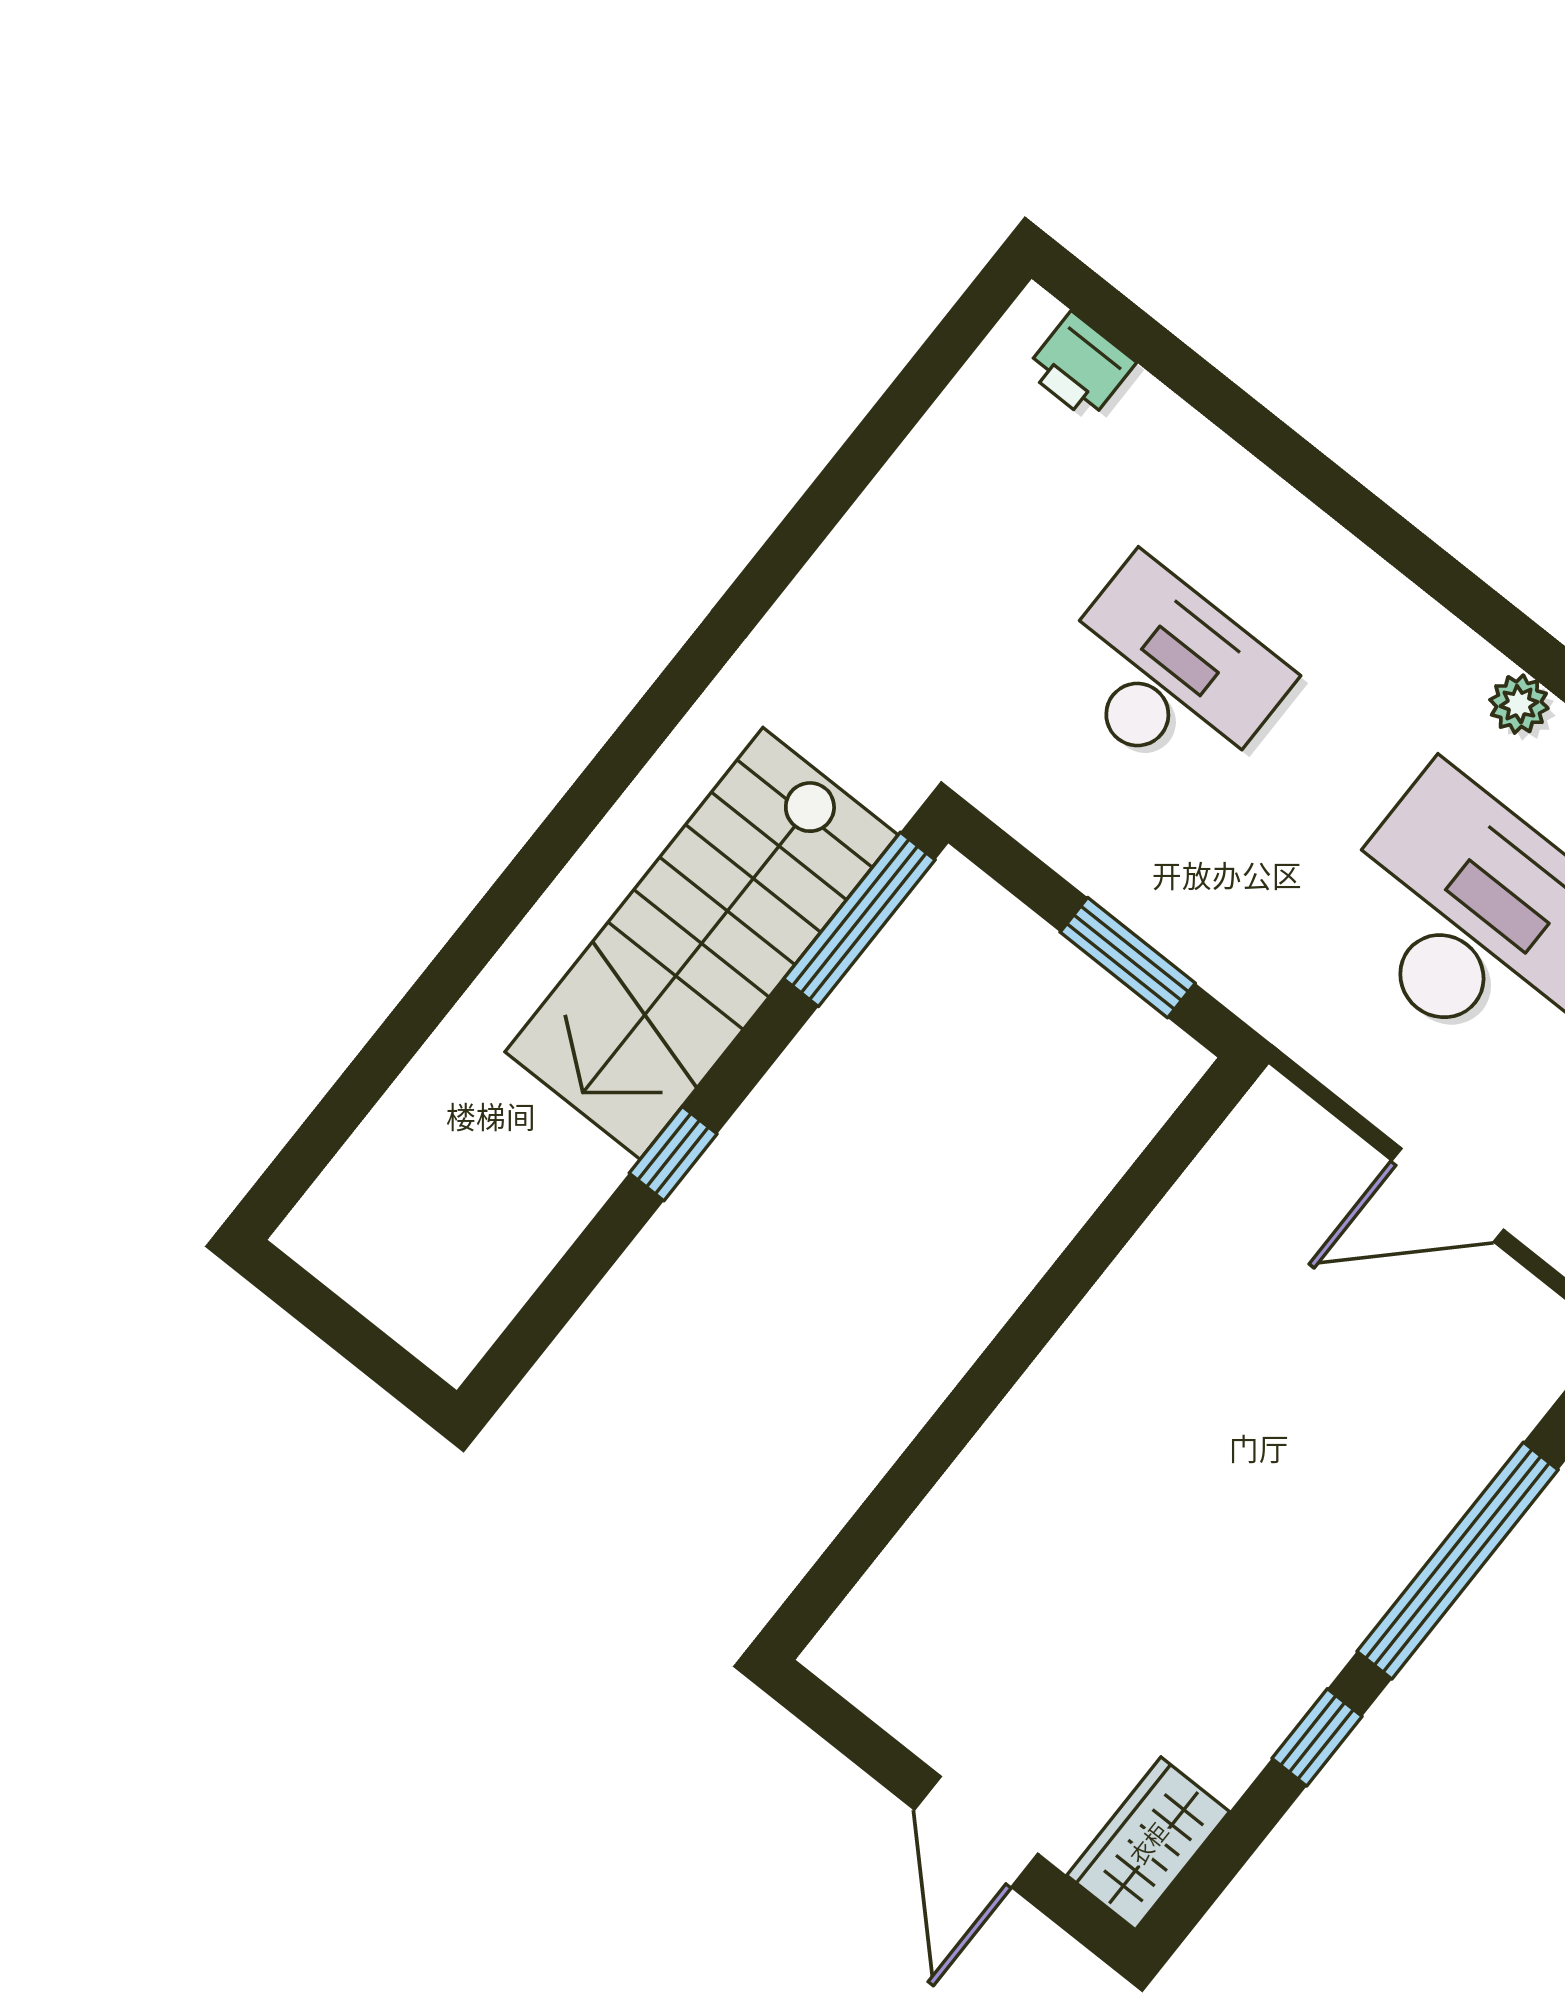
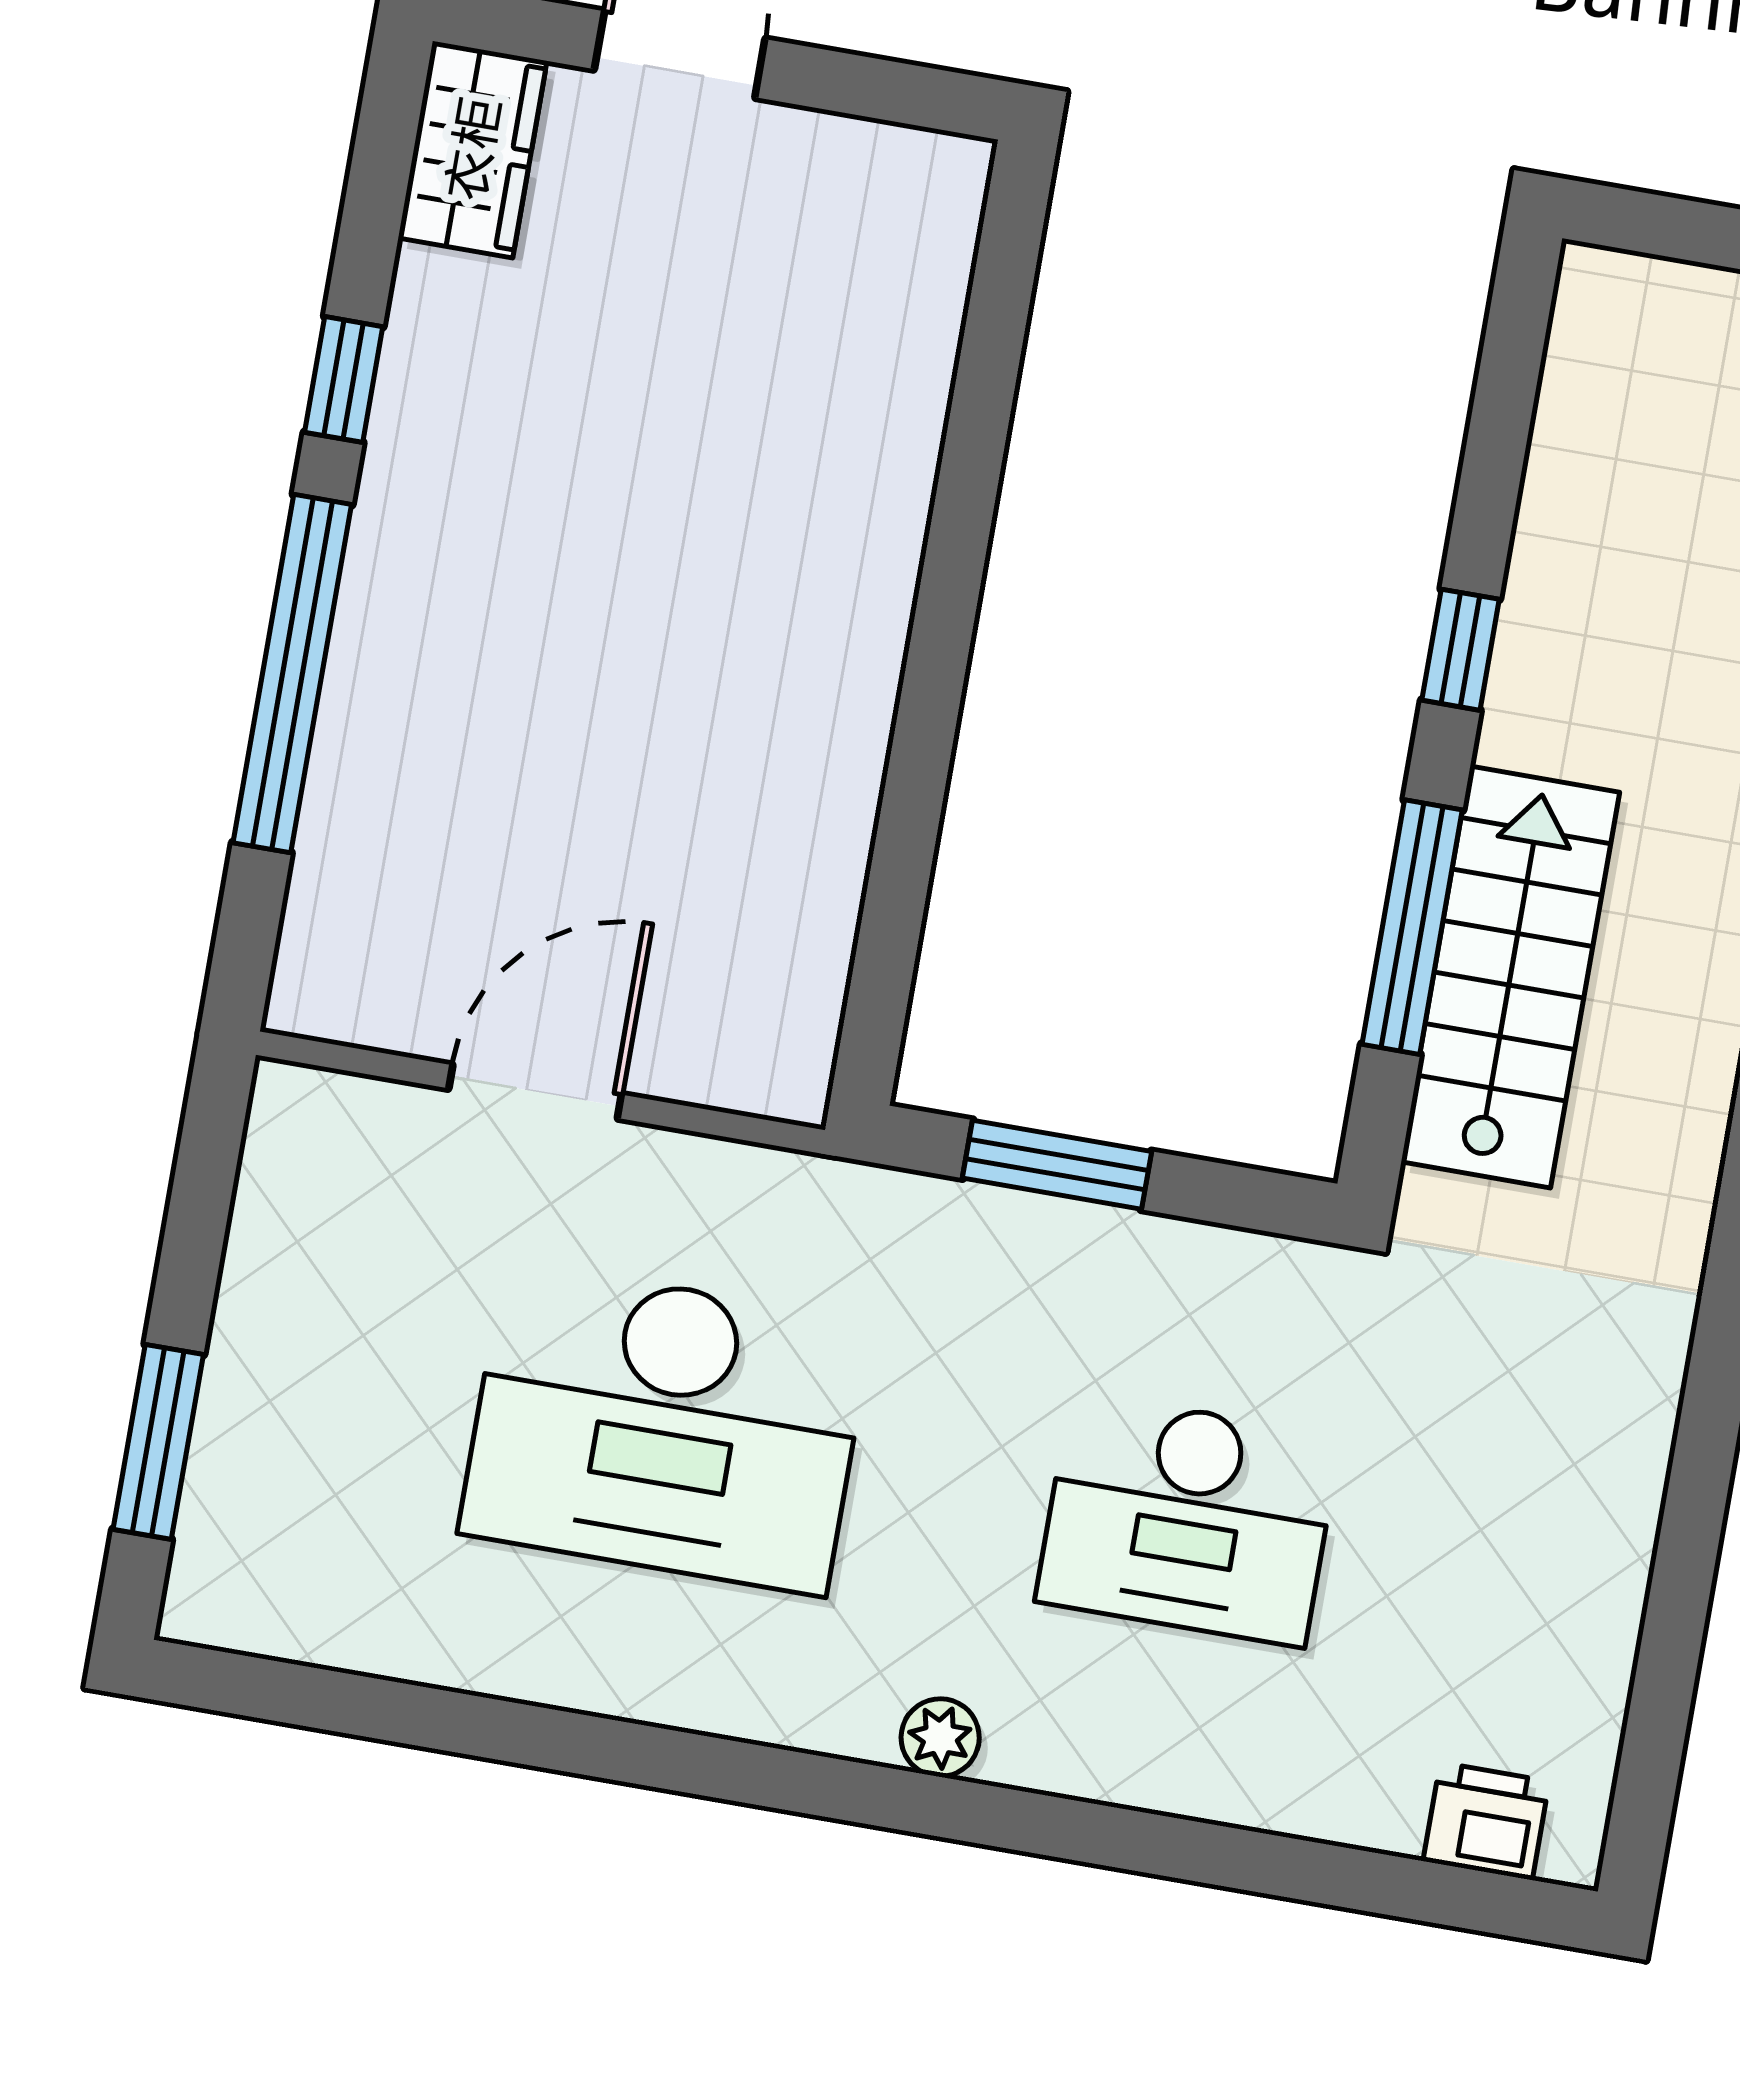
plant: (1519, 704) -> (940, 1738), moved
window: (859, 919) -> (1412, 927), moved
stairs: (702, 943) -> (1510, 977), width x0.73, depth x0.66

